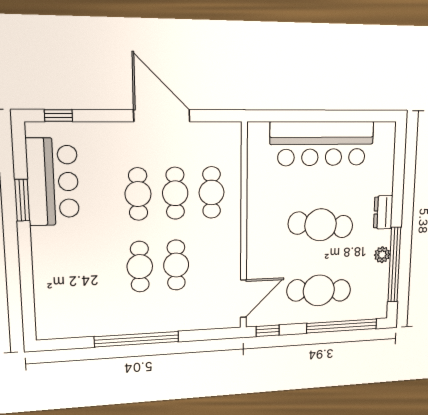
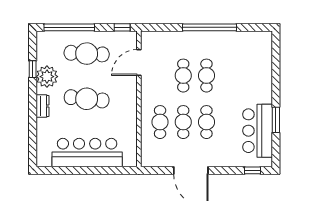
plant: (382, 255) -> (47, 77), width x1.88, depth x1.88
window: (394, 265) -> (33, 69), width x0.32
door: (243, 299) -> (139, 63), moved

